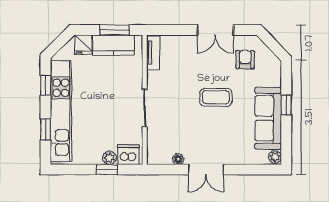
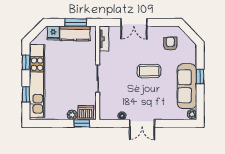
double door: (215, 30) -> (134, 22), moved
window: (107, 170) -> (82, 123), moved

